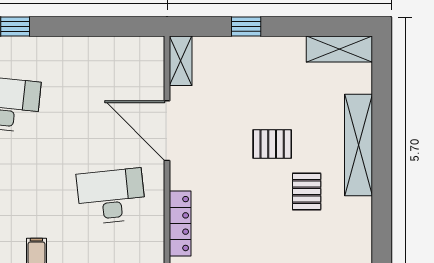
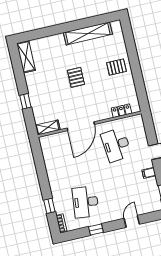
shelving: (358, 145) -> (88, 33), moved
pallet: (307, 191) -> (116, 67), moved
locker: (180, 224) -> (121, 111), width x0.66

